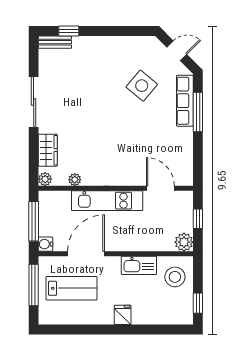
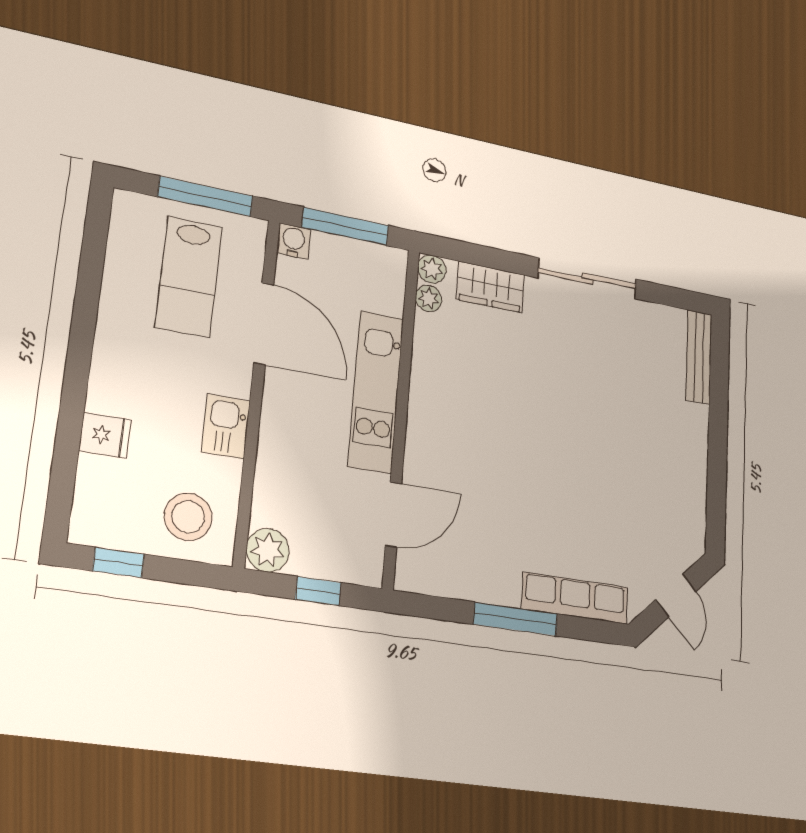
window: (69, 31) -> (719, 377), removed
bench: (55, 42) -> (699, 357), width x1.36
side table: (142, 86) -> (610, 509), removed
window: (198, 112) -> (516, 619), moved
plant: (75, 180) -> (429, 298), moved
kitchen sink: (139, 265) -> (226, 426), width x0.73
fridge: (123, 315) -> (105, 435), moved

